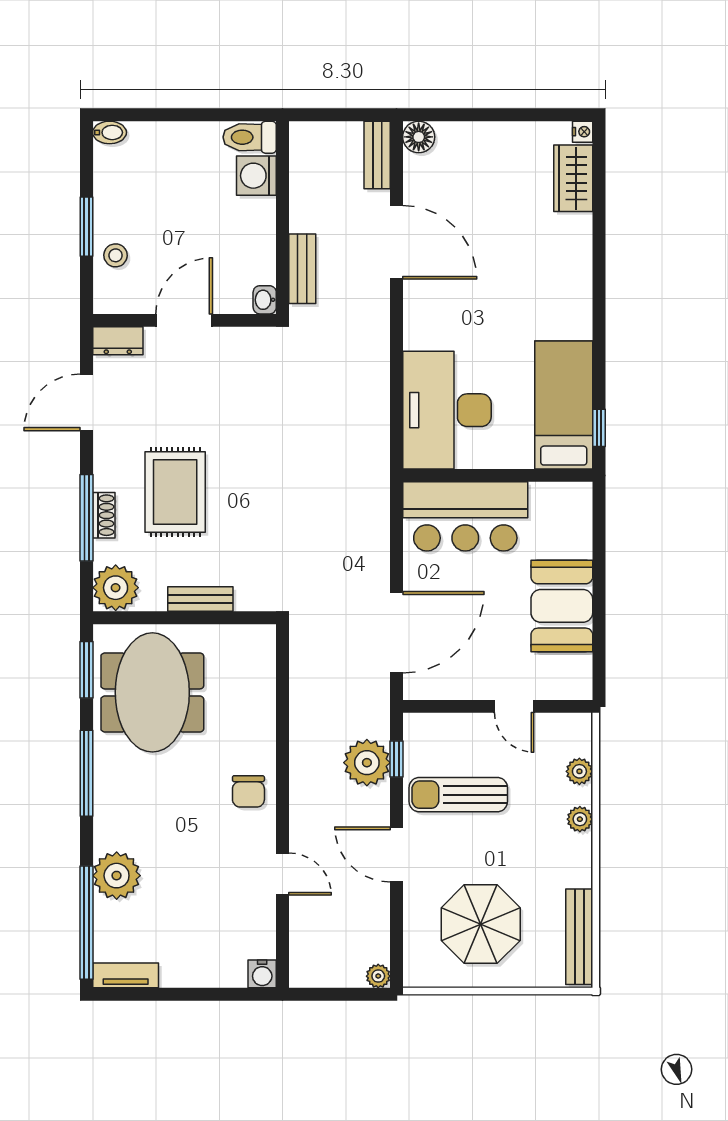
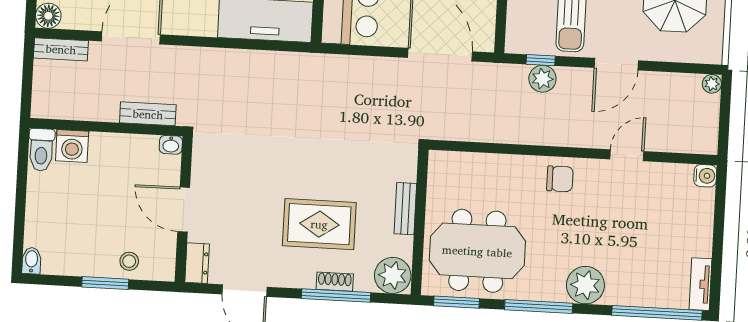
plant: (367, 763) -> (542, 79), width x0.73, depth x0.73
plant: (117, 876) -> (585, 285), moved

